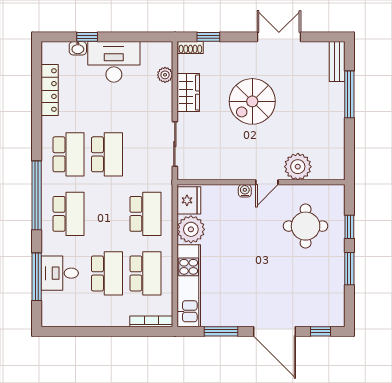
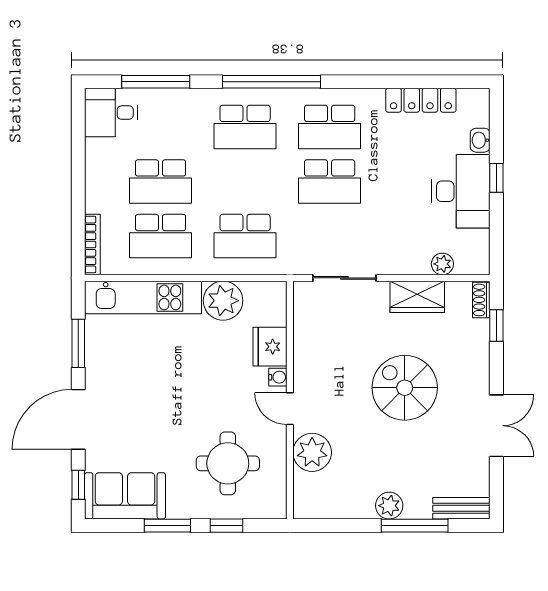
window: (87, 37) -> (496, 178), moved
plant: (335, 112) -> (389, 506), added
fridge: (189, 200) -> (270, 347), moved, turned 90
desk: (60, 273) -> (111, 113), moved, turned -90
sofa: (328, 298) -> (125, 496), added

